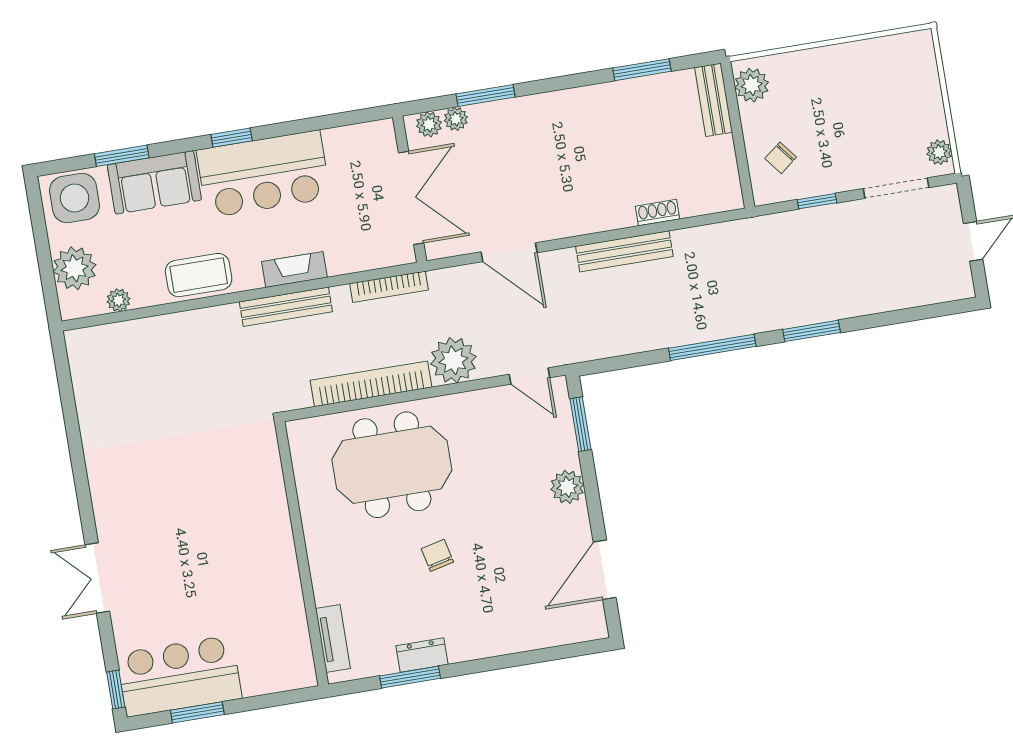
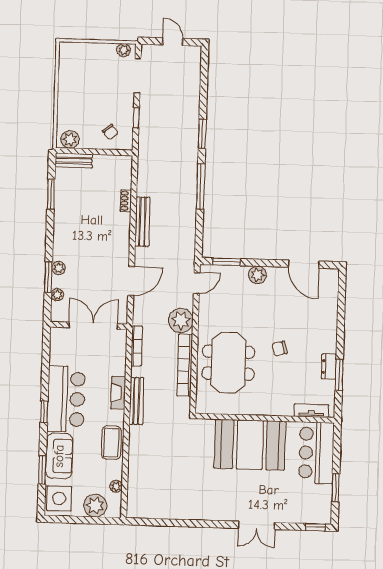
plant: (429, 124) -> (59, 268), moved
booth: (246, 536) -> (250, 445), added
bar counter: (179, 676) -> (316, 453), moved

